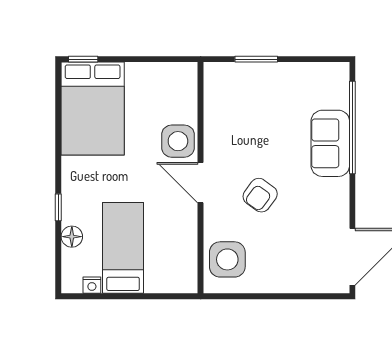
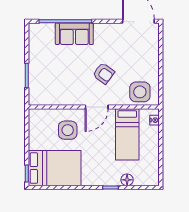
side table: (178, 141) -> (68, 130), moved
bed: (123, 248) -> (127, 134), moved, turned -90
nightstand: (92, 285) -> (154, 120), moved

